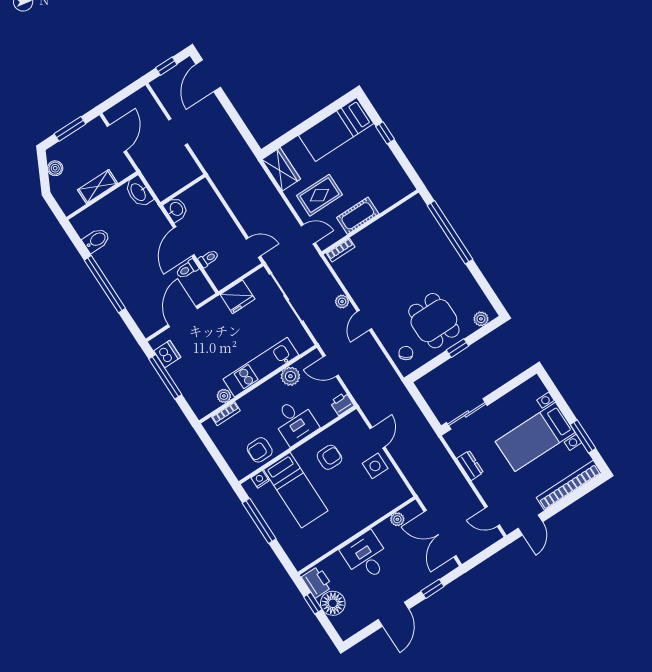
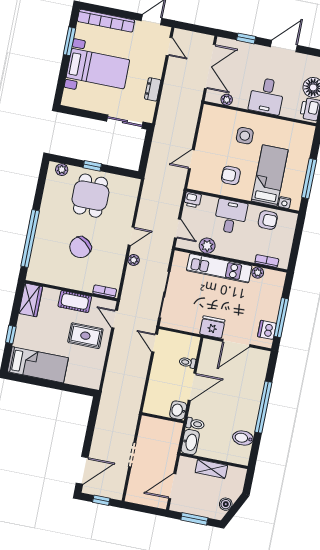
wardrobe: (281, 169) -> (31, 300), moved, turned 180
toilet: (187, 269) -> (195, 424), moved
fridge: (238, 297) -> (212, 327), moved
chair: (406, 353) -> (80, 247), moved, width x1.87, depth x1.87
side table: (375, 466) -> (245, 136), moved

